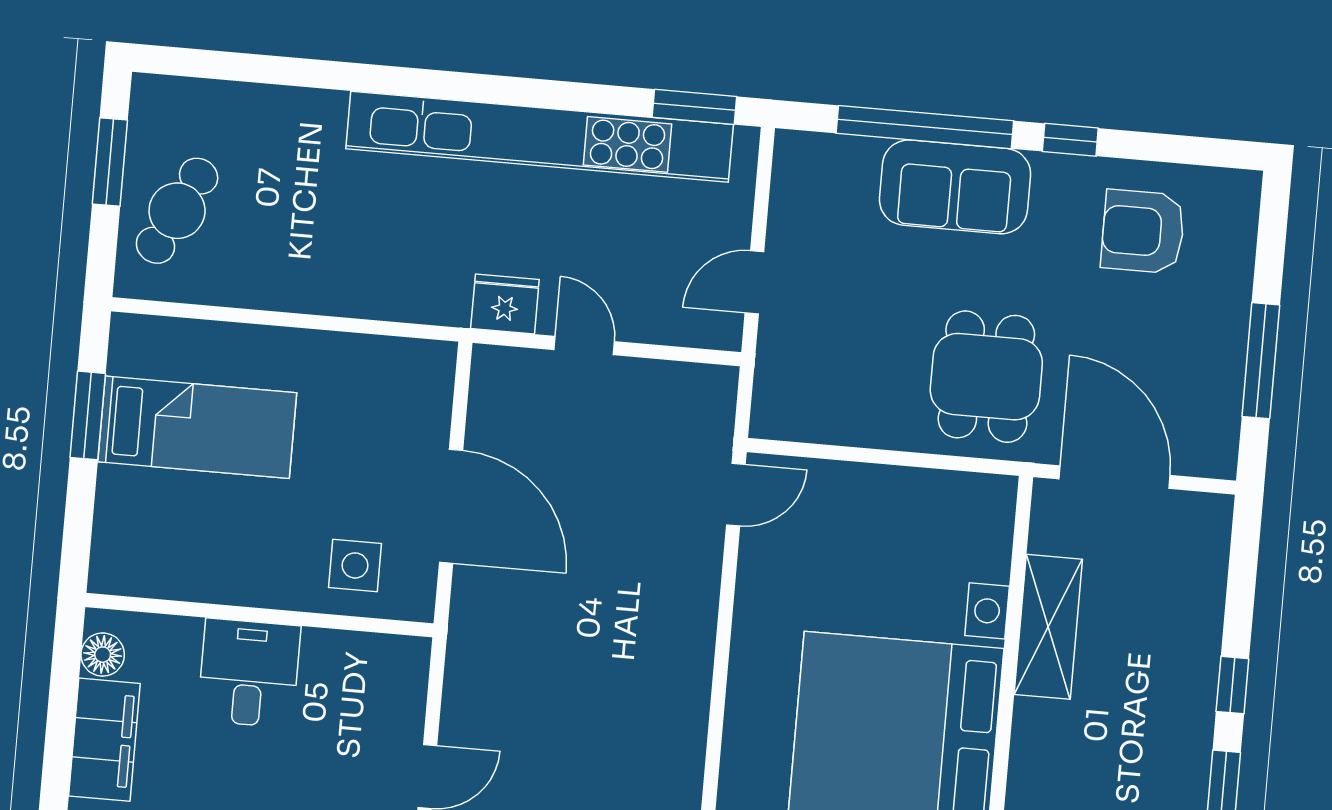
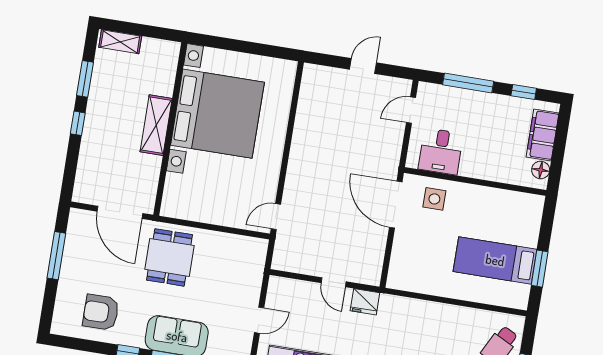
armchair: (1143, 231) -> (101, 312), turned 180
door: (754, 282) -> (259, 320), moved
door: (451, 506) -> (396, 205), moved
shelving: (1048, 627) -> (156, 125), moved
desk: (249, 673) -> (441, 151), moved

